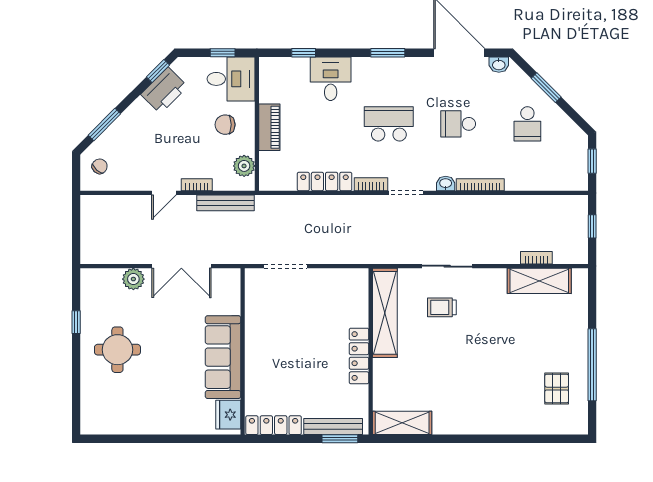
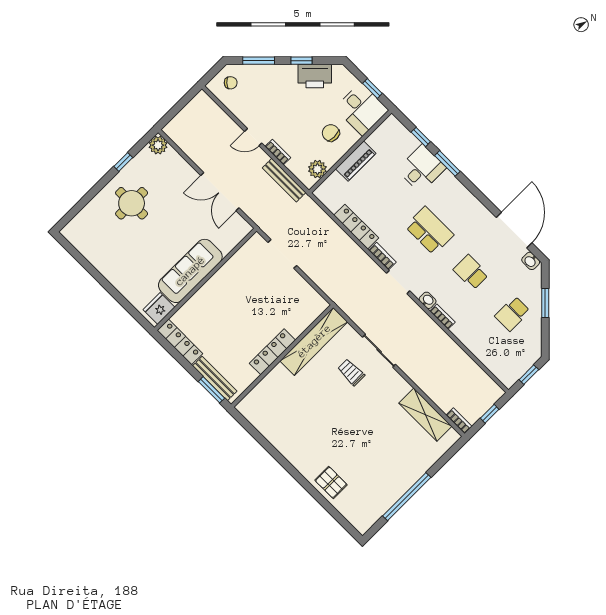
window: (388, 53) -> (447, 163), moved
window: (158, 71) -> (301, 61), moved
bookcase: (480, 185) -> (442, 317), width x0.64
bookcase: (536, 258) -> (459, 421), moved
plant: (133, 279) -> (158, 145), moved
pallet: (557, 389) -> (331, 482), moved, turned 90
shelving: (402, 423) -> (258, 418), removed

